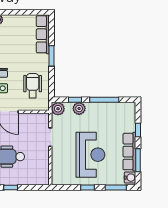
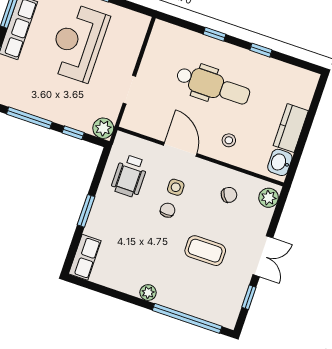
row of seats: (43, 34) -> (85, 257), width x0.68
plant: (79, 109) -> (71, 118), removed

